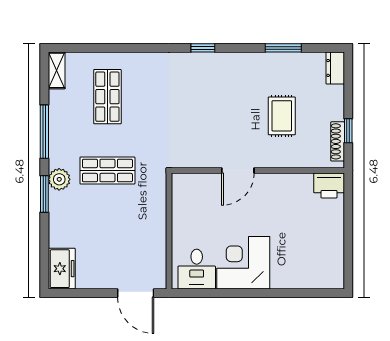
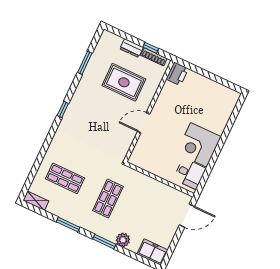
dresser: (335, 68) -> (132, 48), moved
rug: (282, 116) -> (124, 82), width x1.36, depth x1.43
window: (44, 132) -> (68, 225), width x0.69
door: (238, 171) -> (144, 123), swing flipped
plant: (59, 179) -> (123, 240), moved

